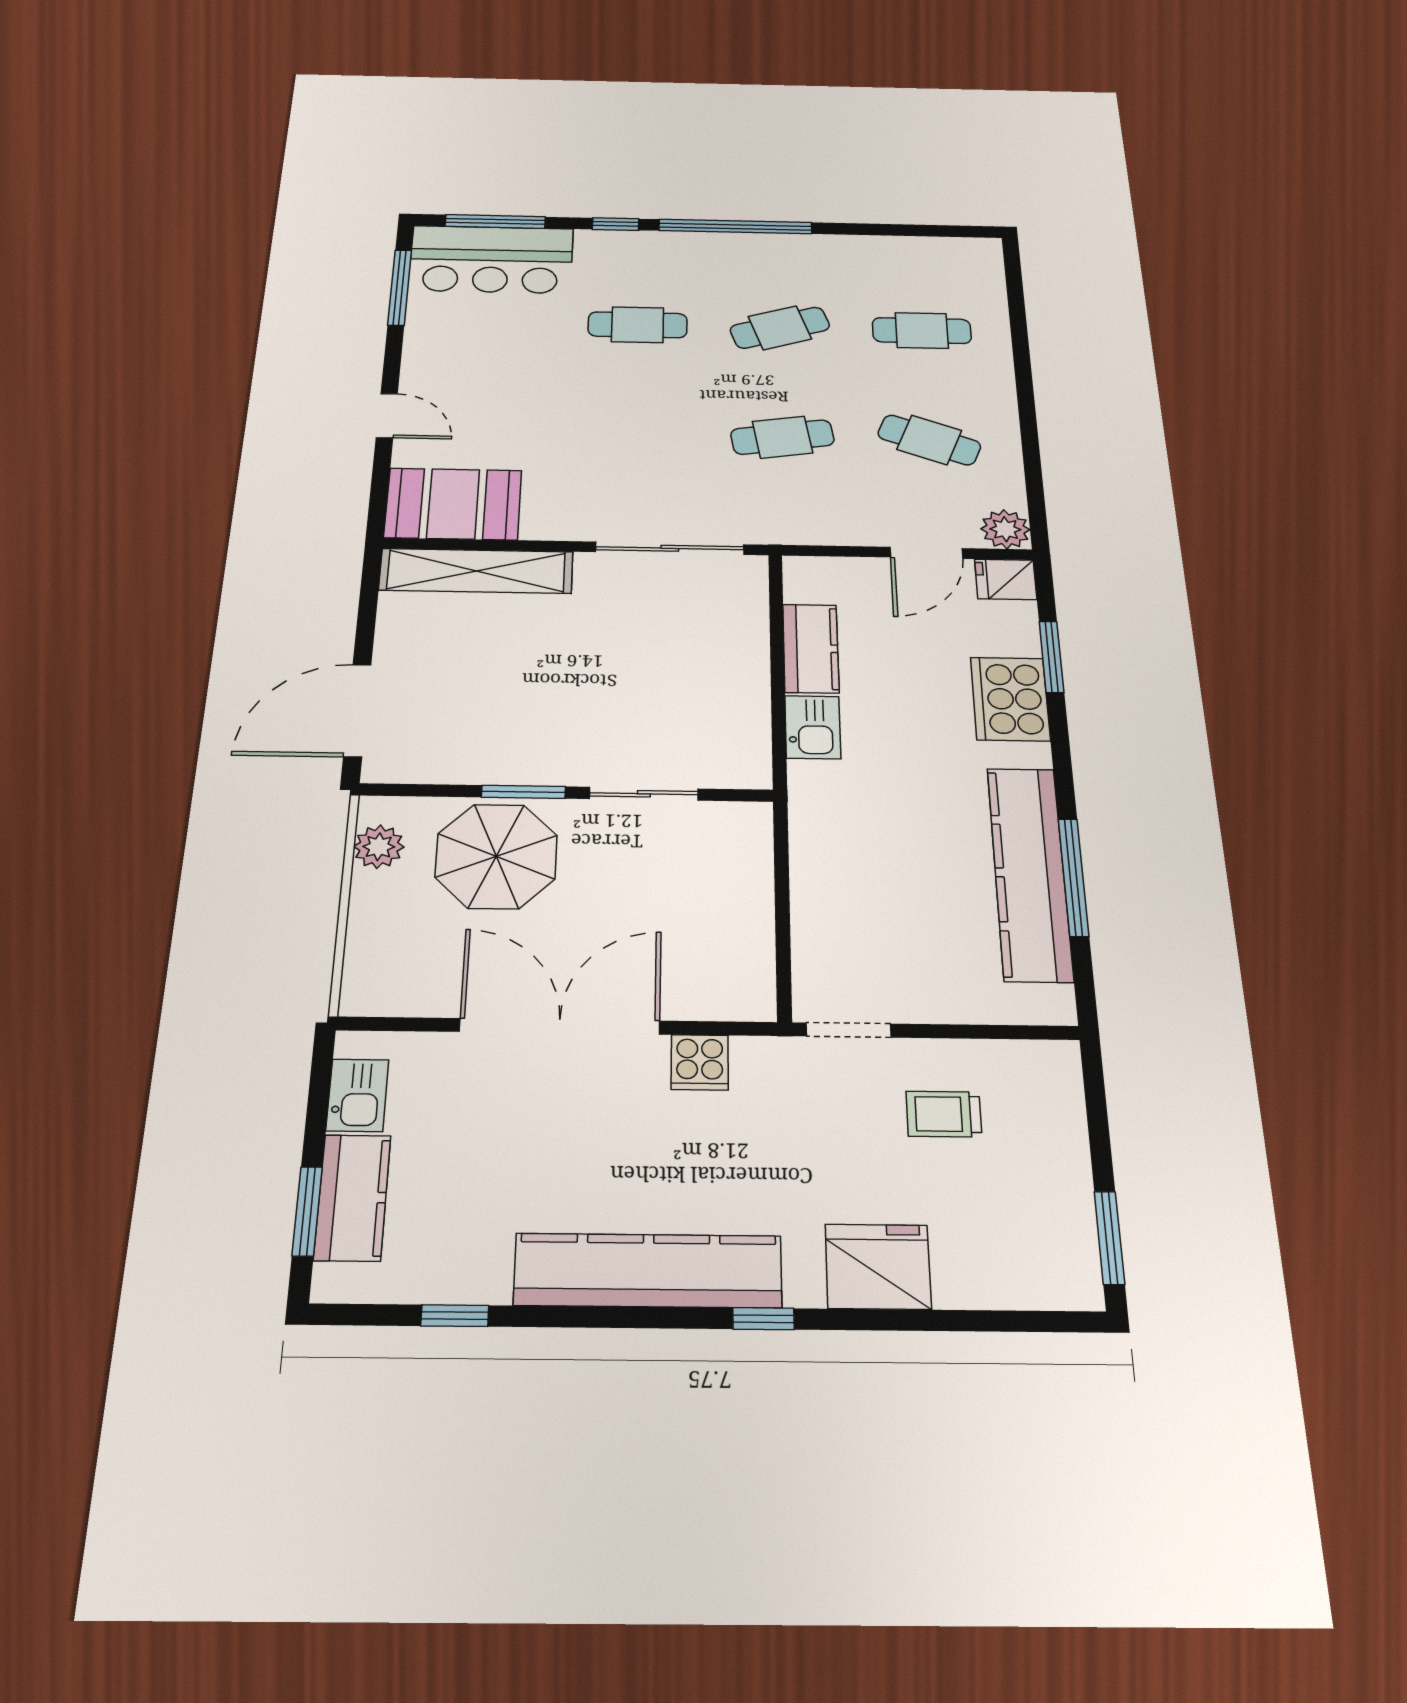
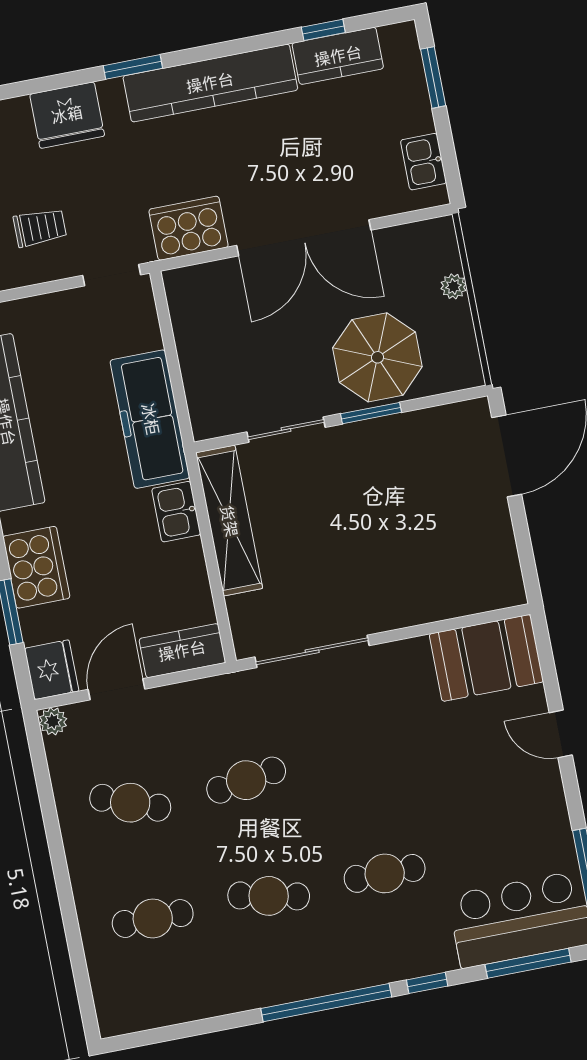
cafe table: (780, 328) -> (269, 896), turned 30
plant: (1005, 529) -> (53, 721), width x0.73, depth x0.73
shelving: (476, 571) -> (229, 521), moved, turned 90
fridge: (1006, 579) -> (52, 670), width x1.38
kitchen counter: (811, 648) -> (182, 651), moved, turned 90
freezer: (828, 840) -> (150, 419), added
plant: (379, 847) -> (454, 286), moved, width x0.73, depth x0.73
cooker: (700, 1062) -> (189, 228), width x1.87, depth x1.31
kitchen counter: (352, 1197) -> (338, 56), moved, turned -90
window: (763, 1319) -> (133, 67), width x1.50

